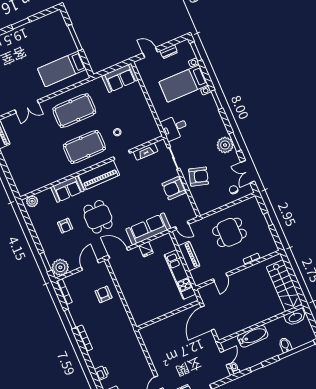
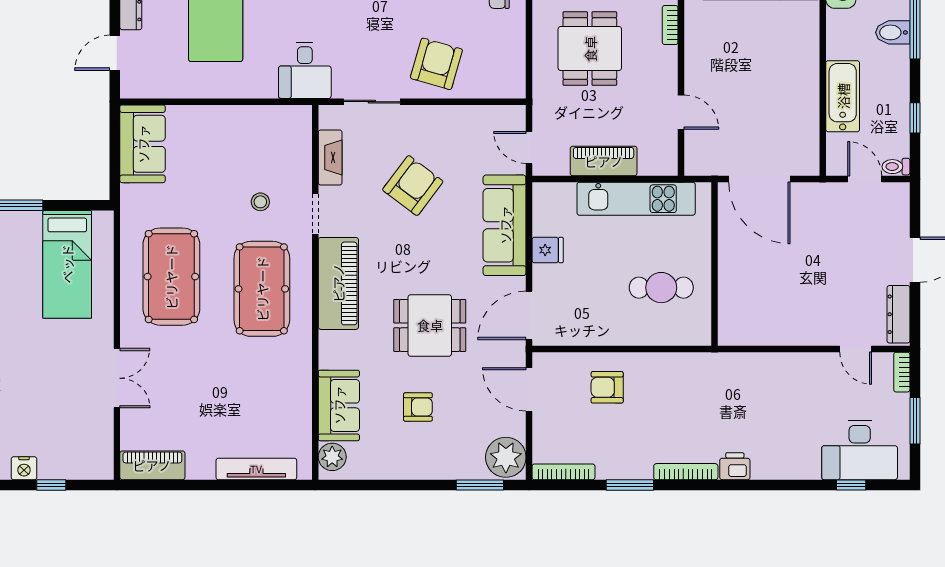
tv unit: (15, 174) -> (256, 469), added
armchair: (174, 188) -> (413, 186), moved, turned -143
sofa: (67, 189) -> (339, 405), moved
door: (182, 225) -> (529, 147), swing flipped
cafe table: (150, 299) -> (661, 288), added
printer: (102, 373) -> (735, 466), moved

